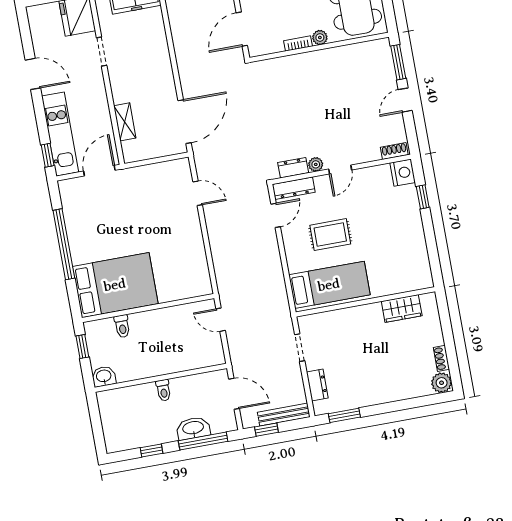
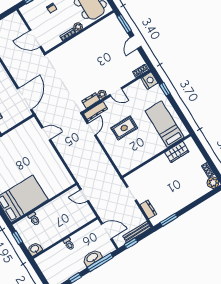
door: (242, 29) -> (35, 39), hinge flipped
door: (340, 169) -> (116, 92), hinge flipped
bed: (329, 285) -> (165, 124), moved, turned -90

